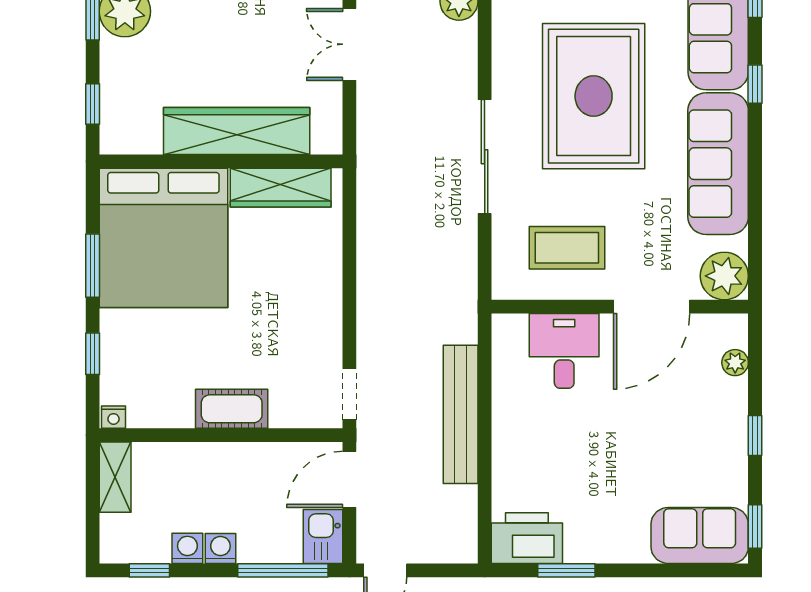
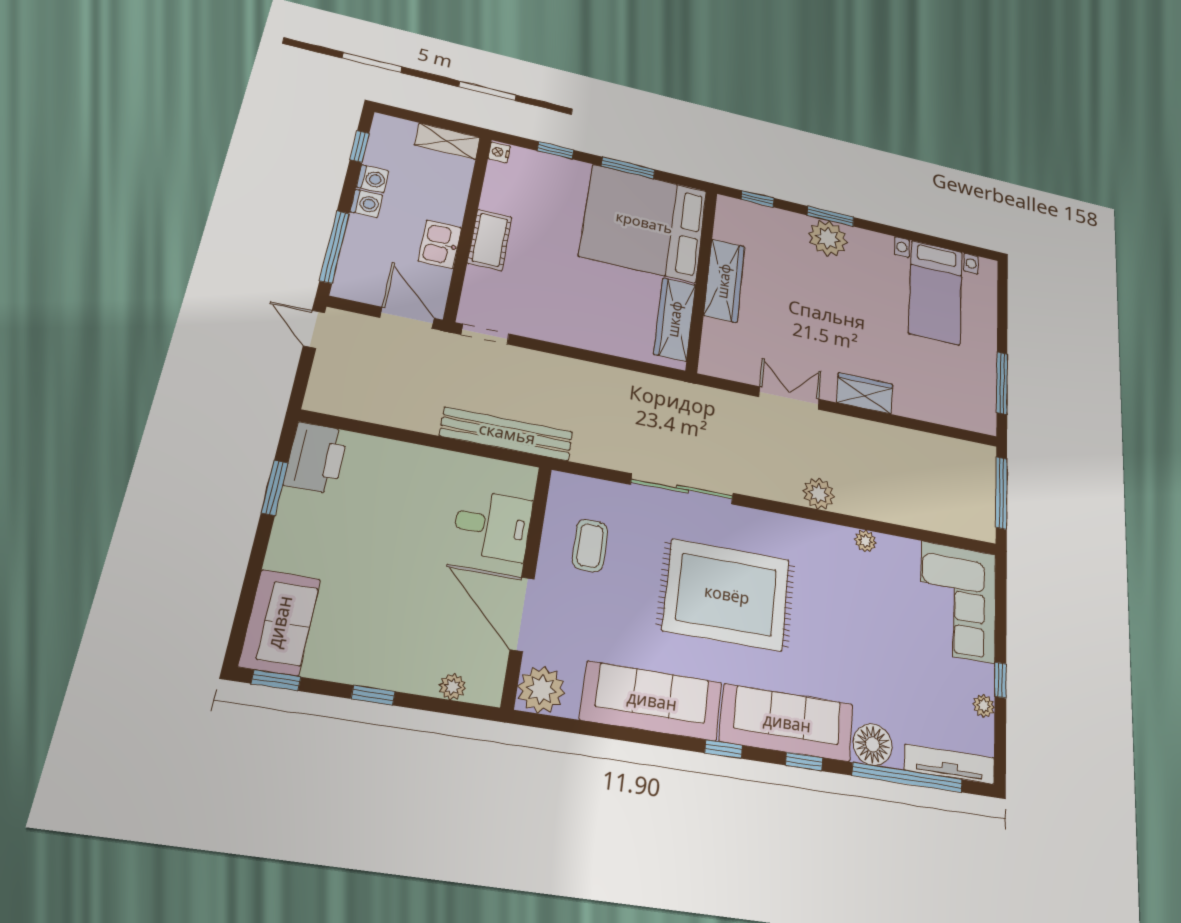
wardrobe: (237, 131) -> (724, 281), width x0.71, depth x0.85
coffee table: (567, 248) -> (590, 546), width x0.73, depth x0.77
bench: (461, 414) -> (507, 434), moved
kitchen sink: (323, 536) -> (440, 244), moved, turned -90

